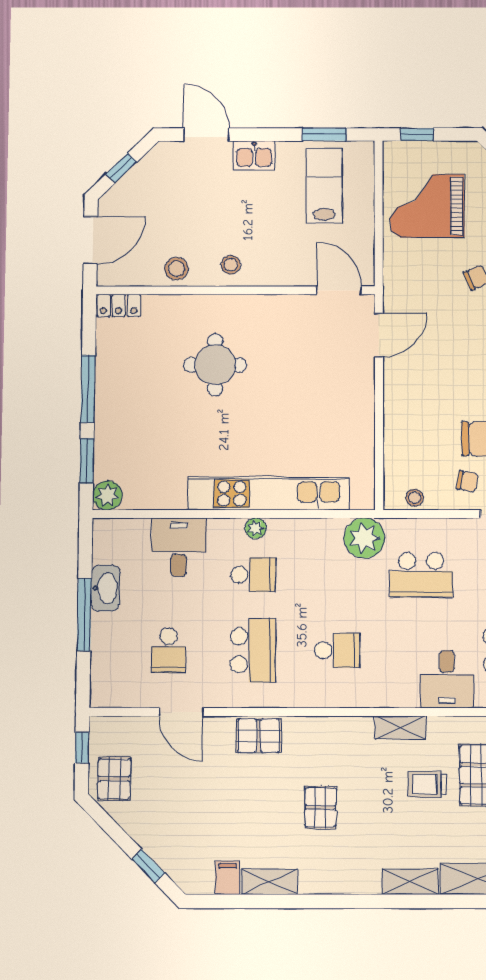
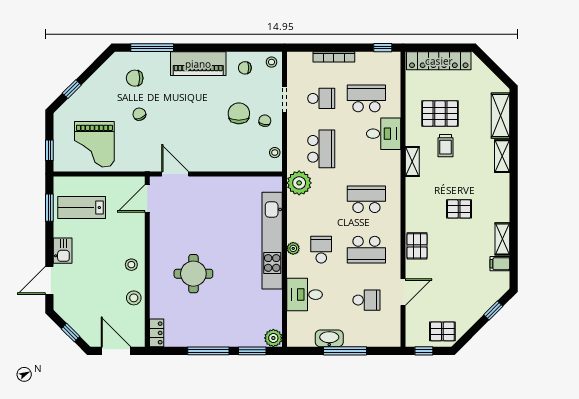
school desk: (253, 650) -> (366, 250), turned 180
school desk: (337, 650) -> (366, 199), width x1.85

